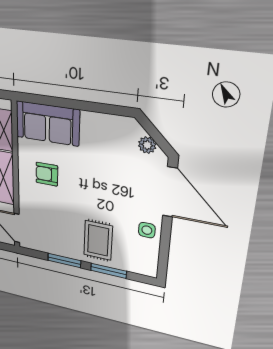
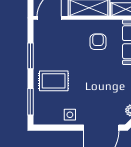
window: (108, 271) -> (30, 102), moved

